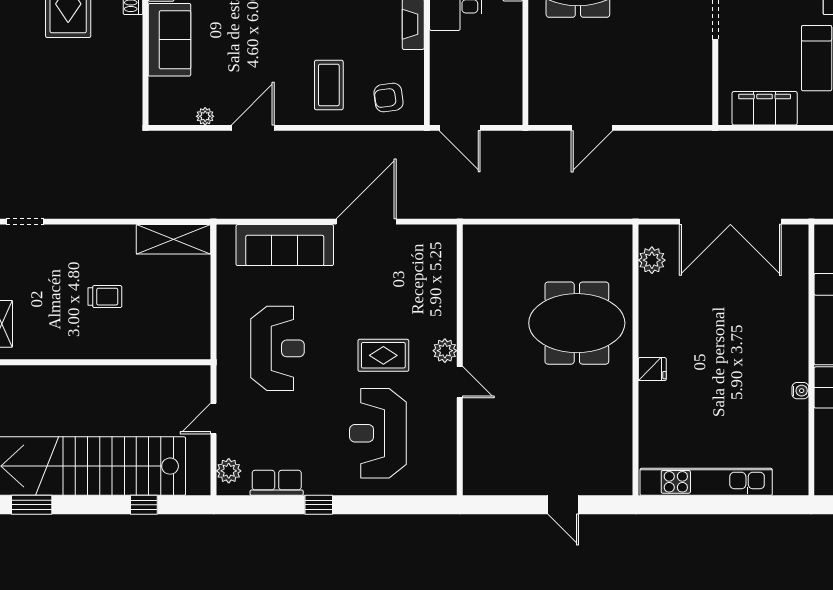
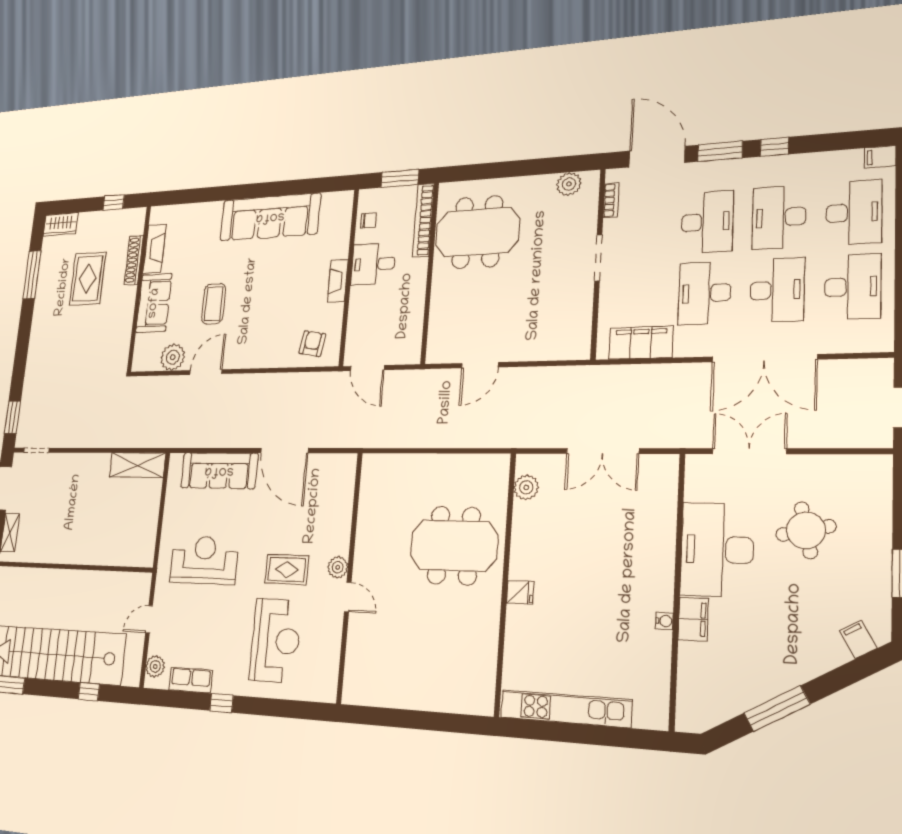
coffee table: (329, 85) -> (214, 304), moved
armchair: (389, 98) -> (312, 344), turned 108
plant: (205, 116) -> (173, 357), width x1.88, depth x1.88
door: (366, 222) -> (284, 451), swing flipped
double door: (730, 222) -> (603, 451), width x0.73
trolley: (105, 297) -> (83, 512), removed
reception desk: (277, 348) -> (204, 560), turned -90
reception desk: (378, 433) -> (276, 640), turned 180
door: (563, 505) -> (429, 721), removed

